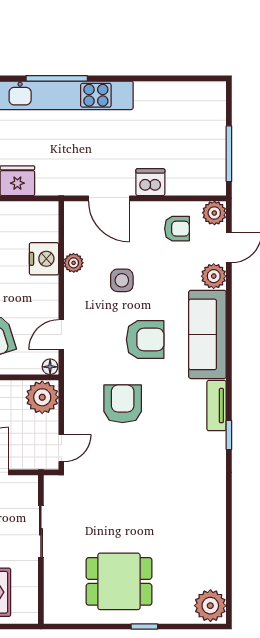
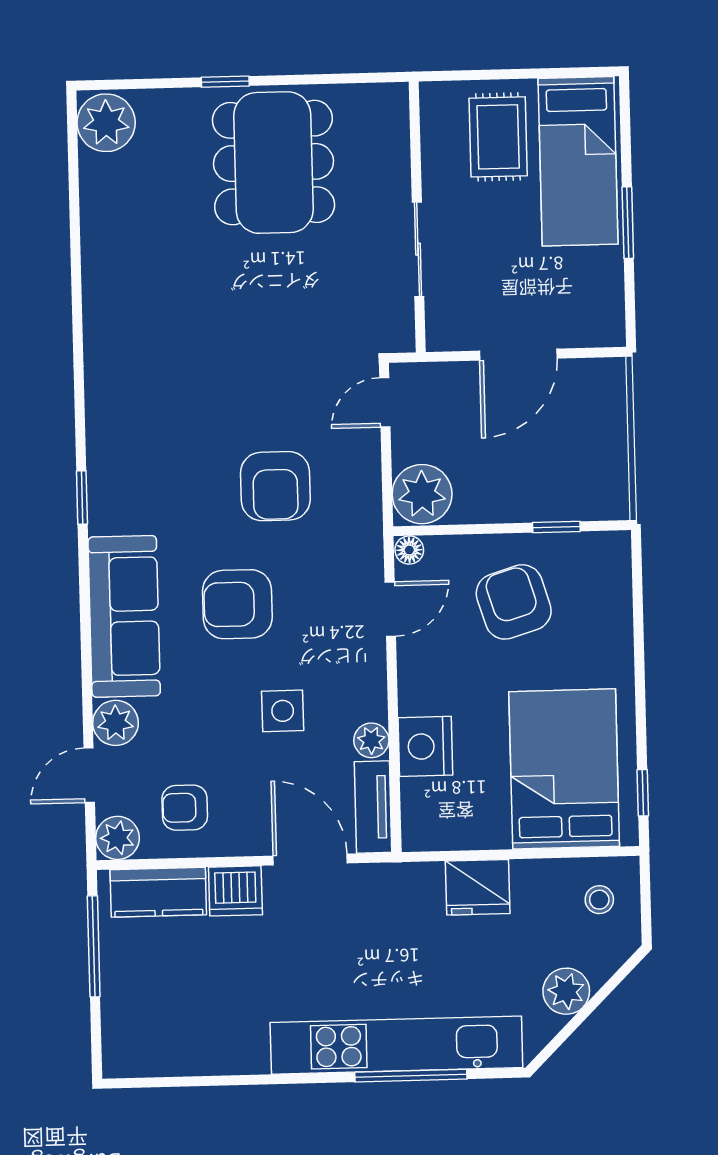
kitchen counter: (193, 183) -> (158, 892), added
tv unit: (217, 406) -> (373, 807), moved, turned 180
window: (229, 435) -> (82, 497), moved
dining table: (119, 581) -> (273, 163), width x1.38

